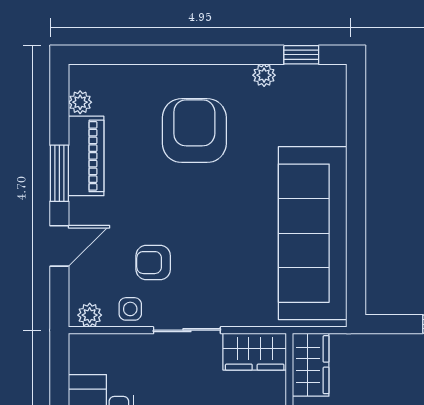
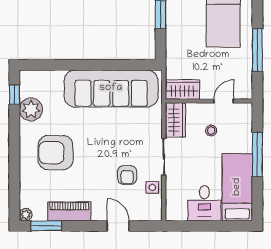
plant: (264, 75) -> (31, 109), width x1.88, depth x1.88
plant: (80, 102) -> (26, 215), moved
window: (59, 173) -> (46, 226), moved
plant: (90, 315) -> (156, 209), removed

